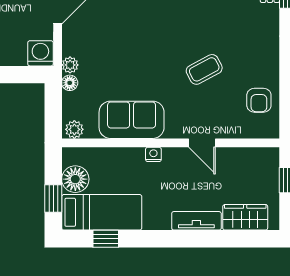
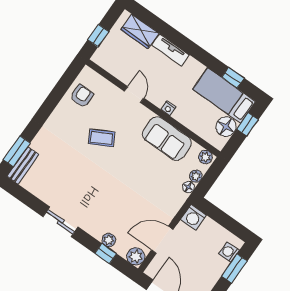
plant: (70, 65) -> (196, 176), moved

